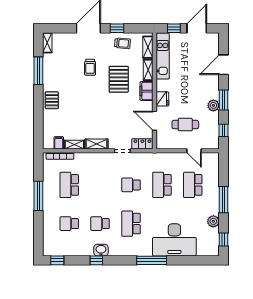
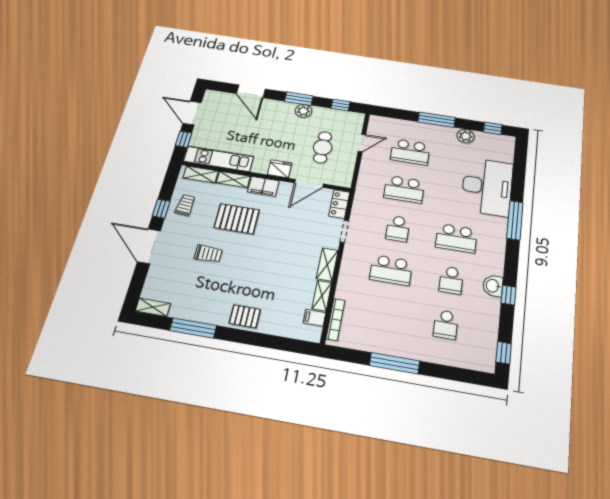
school desk: (69, 185) -> (391, 270), moved

